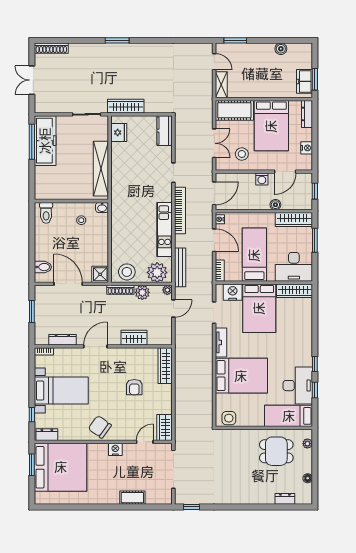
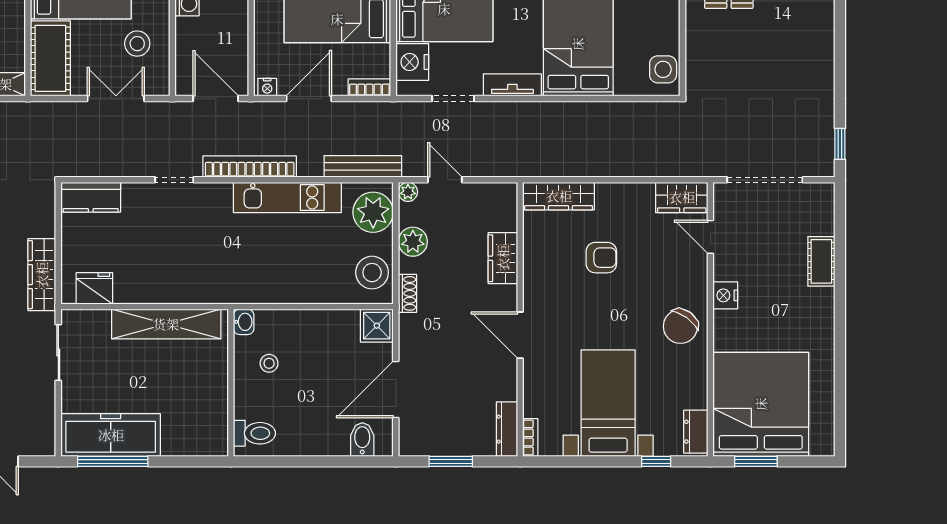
shoe rack: (120, 290) -> (408, 293), width x0.70
dresser: (62, 340) -> (507, 429), moved

